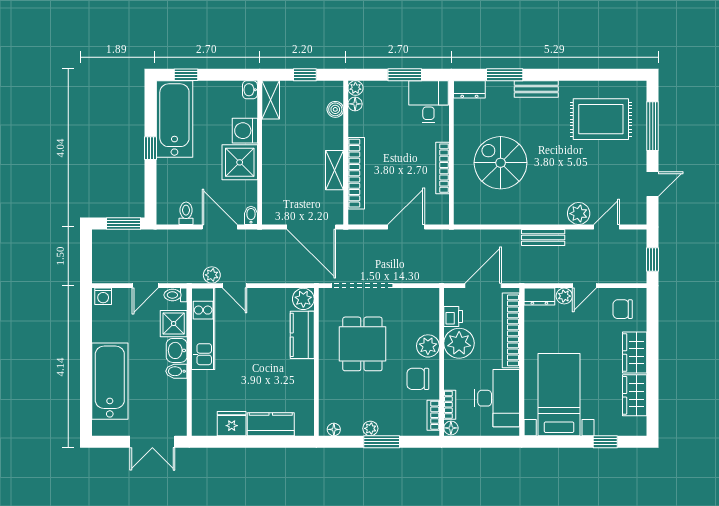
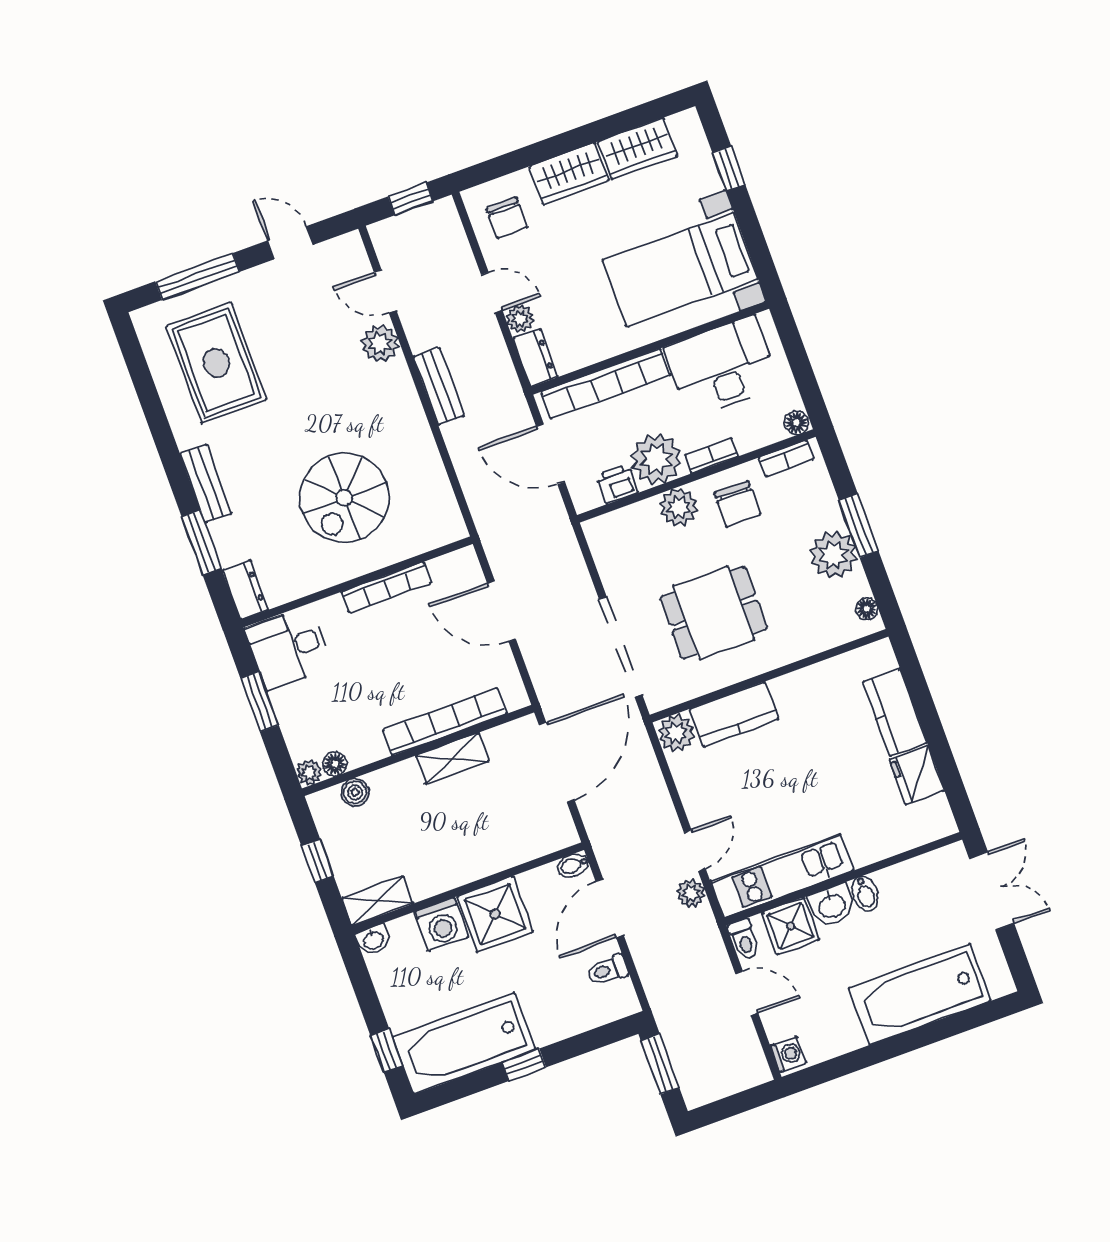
bookcase: (450, 405) -> (712, 456), moved
plant: (370, 428) -> (833, 555), width x1.88, depth x1.88

